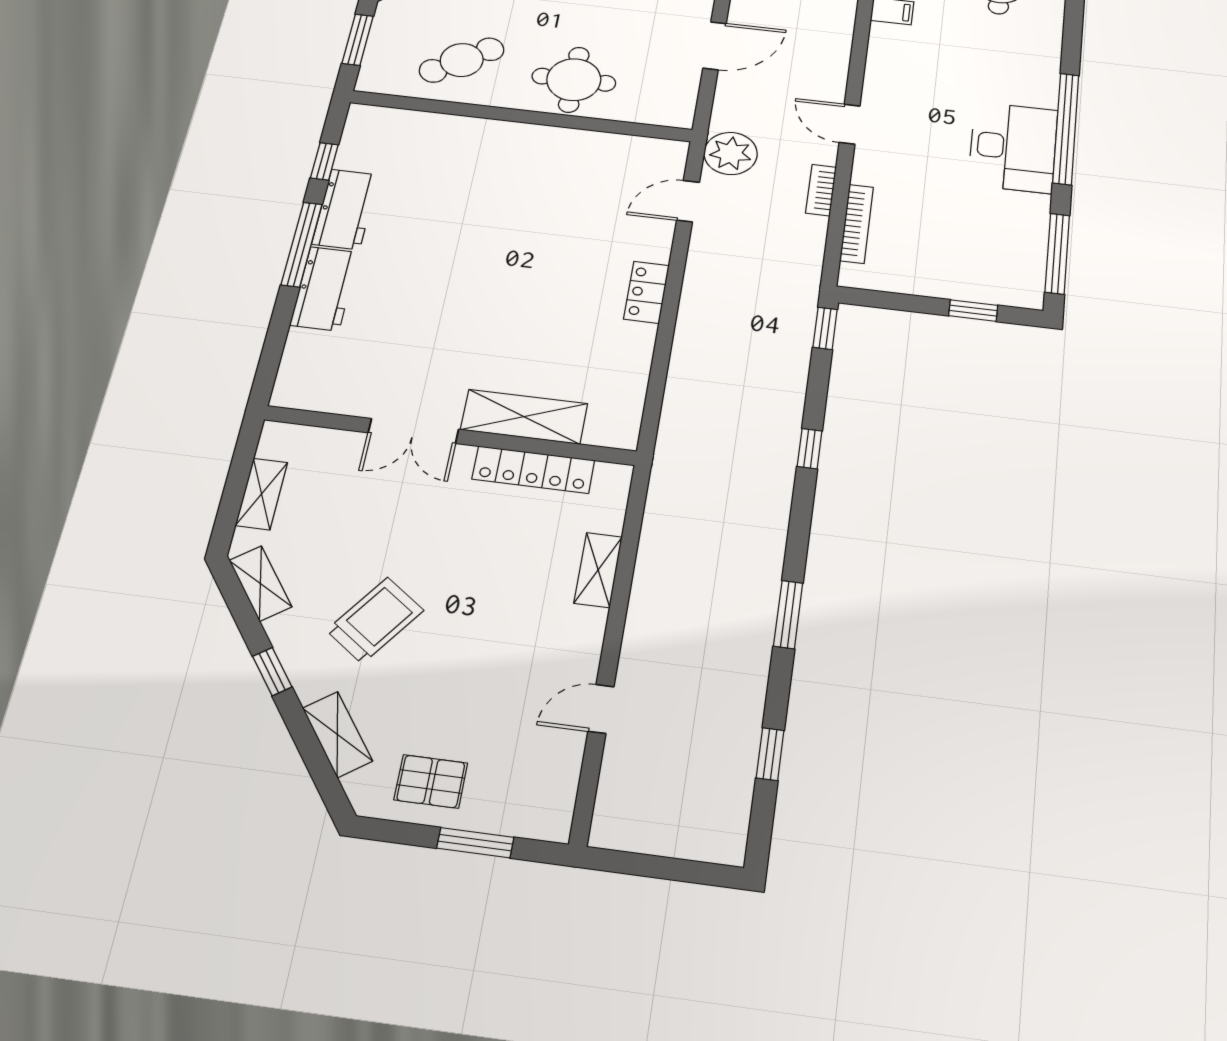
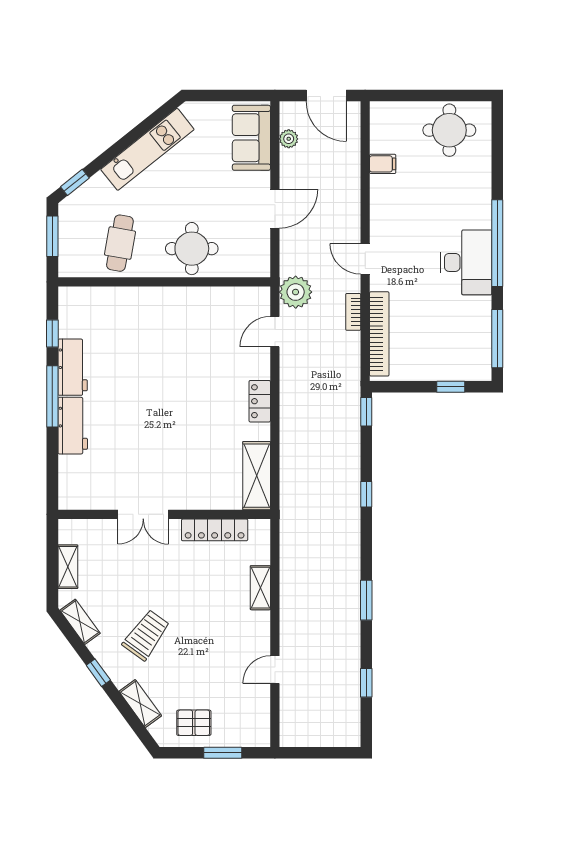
cafe table: (462, 60) -> (120, 243), turned -45
bookcase: (857, 224) -> (379, 334), width x1.48, depth x1.31
shelving: (524, 417) -> (257, 476), moved, turned 90

